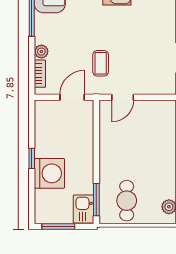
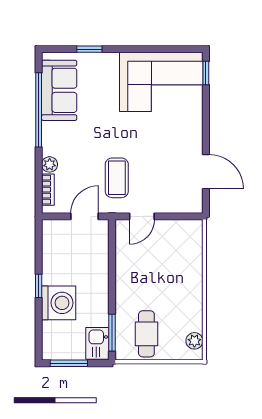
coffee table: (101, 63) -> (117, 178), width x1.36, depth x1.30

